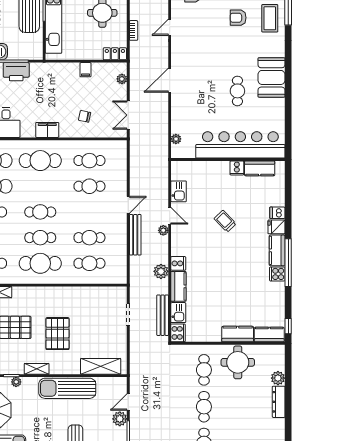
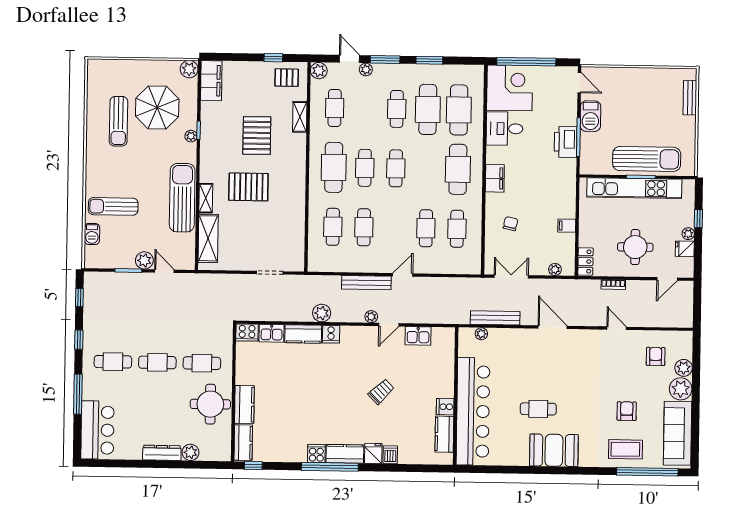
door: (128, 205) -> (403, 275), swing flipped
bench: (163, 315) -> (495, 318), moved
shelving: (37, 369) -> (206, 198), moved

